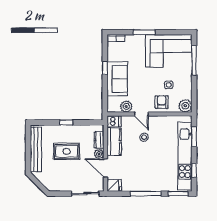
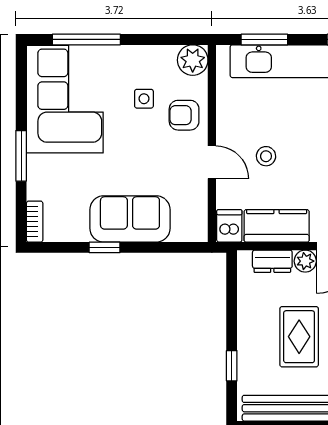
plant: (126, 106) -> (194, 198), removed
door: (141, 114) -> (212, 162), hinge flipped
window: (66, 123) -> (232, 366), moved

